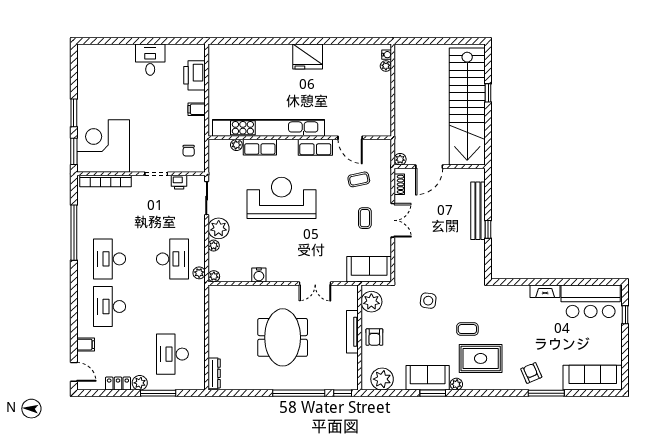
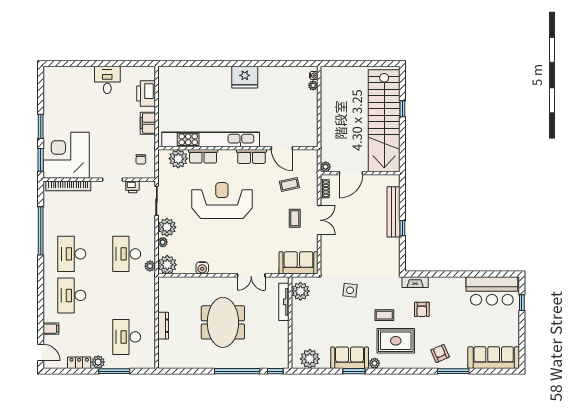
filing cabinet: (197, 109) -> (148, 123), width x2.00
plant: (236, 145) -> (178, 159), width x1.88, depth x1.88
desk: (172, 259) -> (127, 254), turned 180
plant: (214, 276) -> (167, 265), width x1.88, depth x1.88
fireplace: (545, 291) -> (415, 282), moved
tv unit: (352, 332) -> (284, 302), moved
armchair: (374, 337) -> (422, 309), moved
dresser: (214, 373) -> (163, 326), moved

